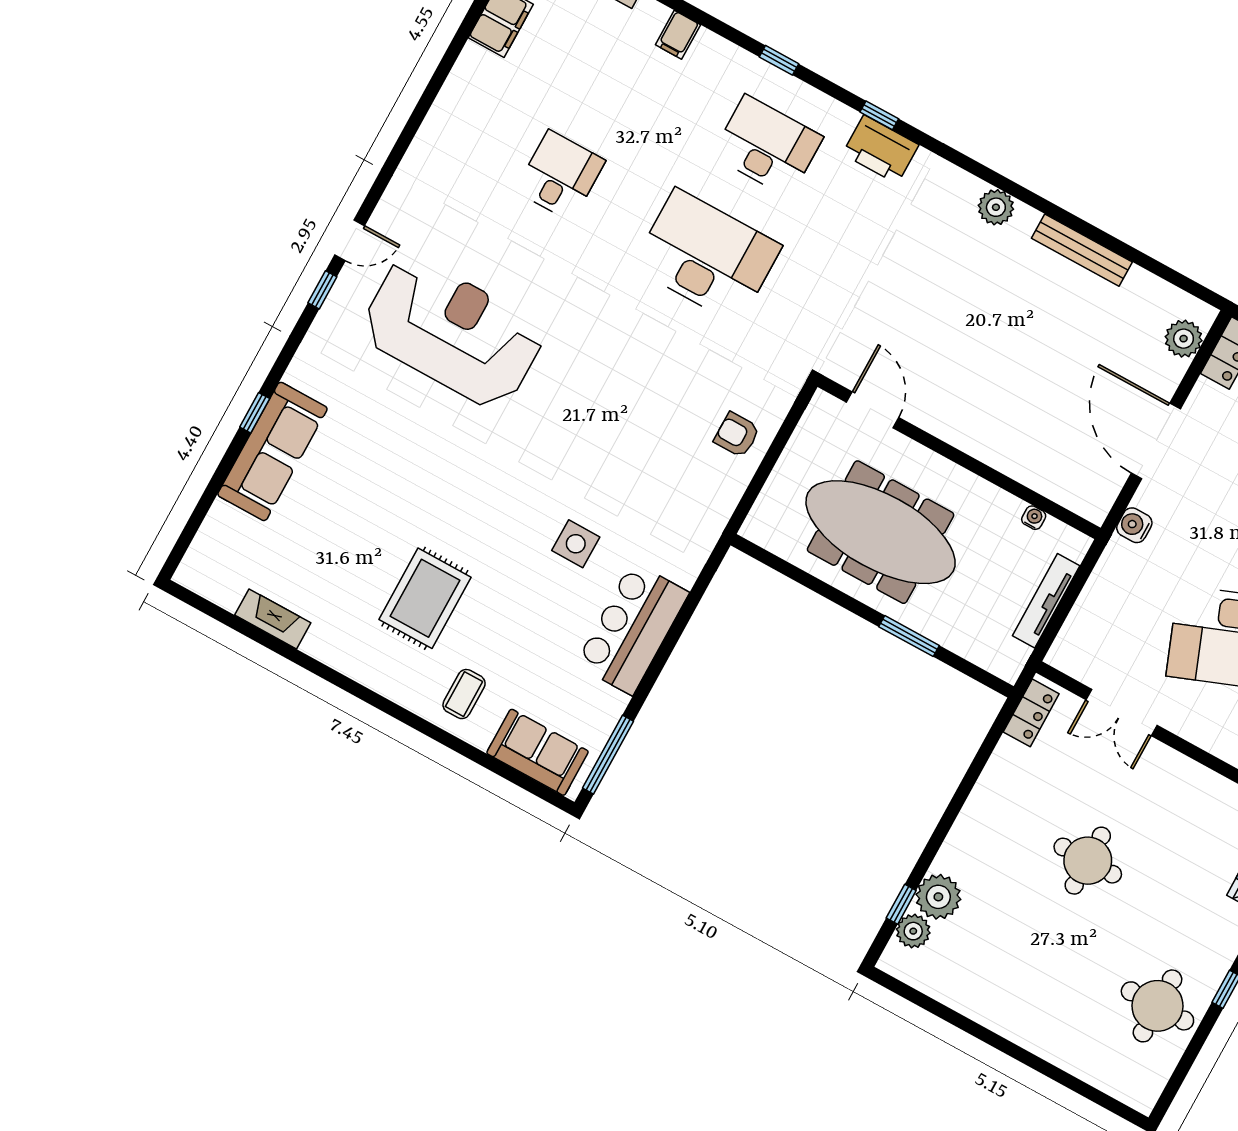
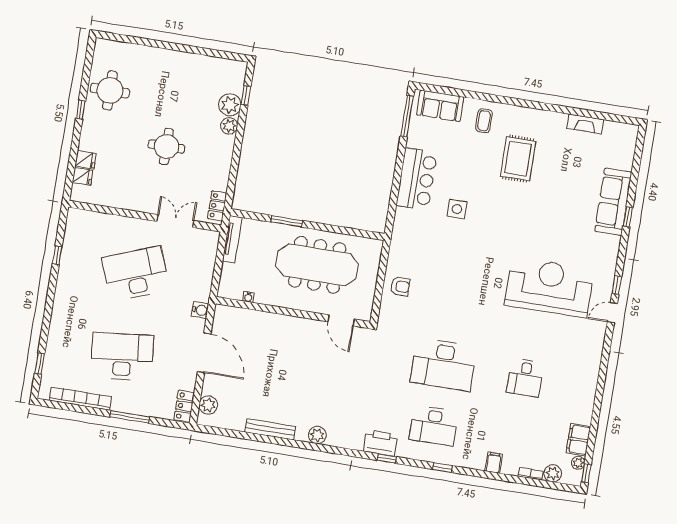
reception desk: (453, 332) -> (549, 287), turned 180
tv unit: (1046, 601) -> (232, 239), moved
plant: (913, 931) -> (229, 126), moved

